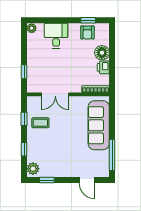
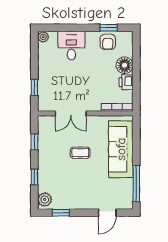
coffee table: (40, 123) -> (80, 153), moved
door: (87, 180) -> (107, 213), hinge flipped

